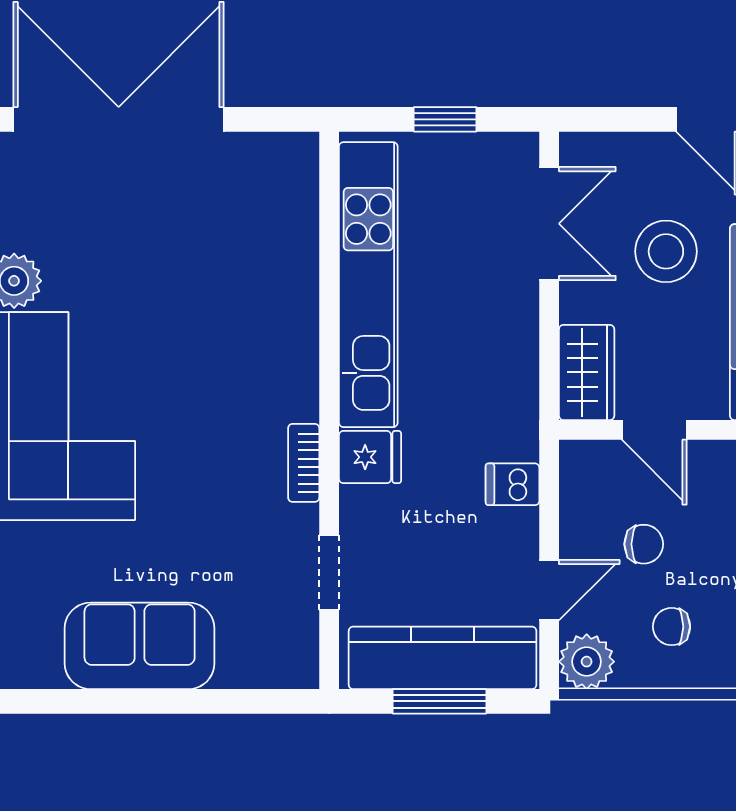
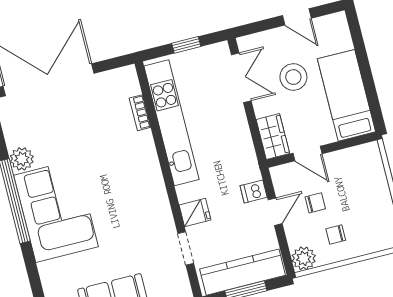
fridge: (370, 457) -> (195, 212), moved
bookcase: (304, 463) -> (140, 113), moved
door: (549, 590) -> (275, 212), moved

